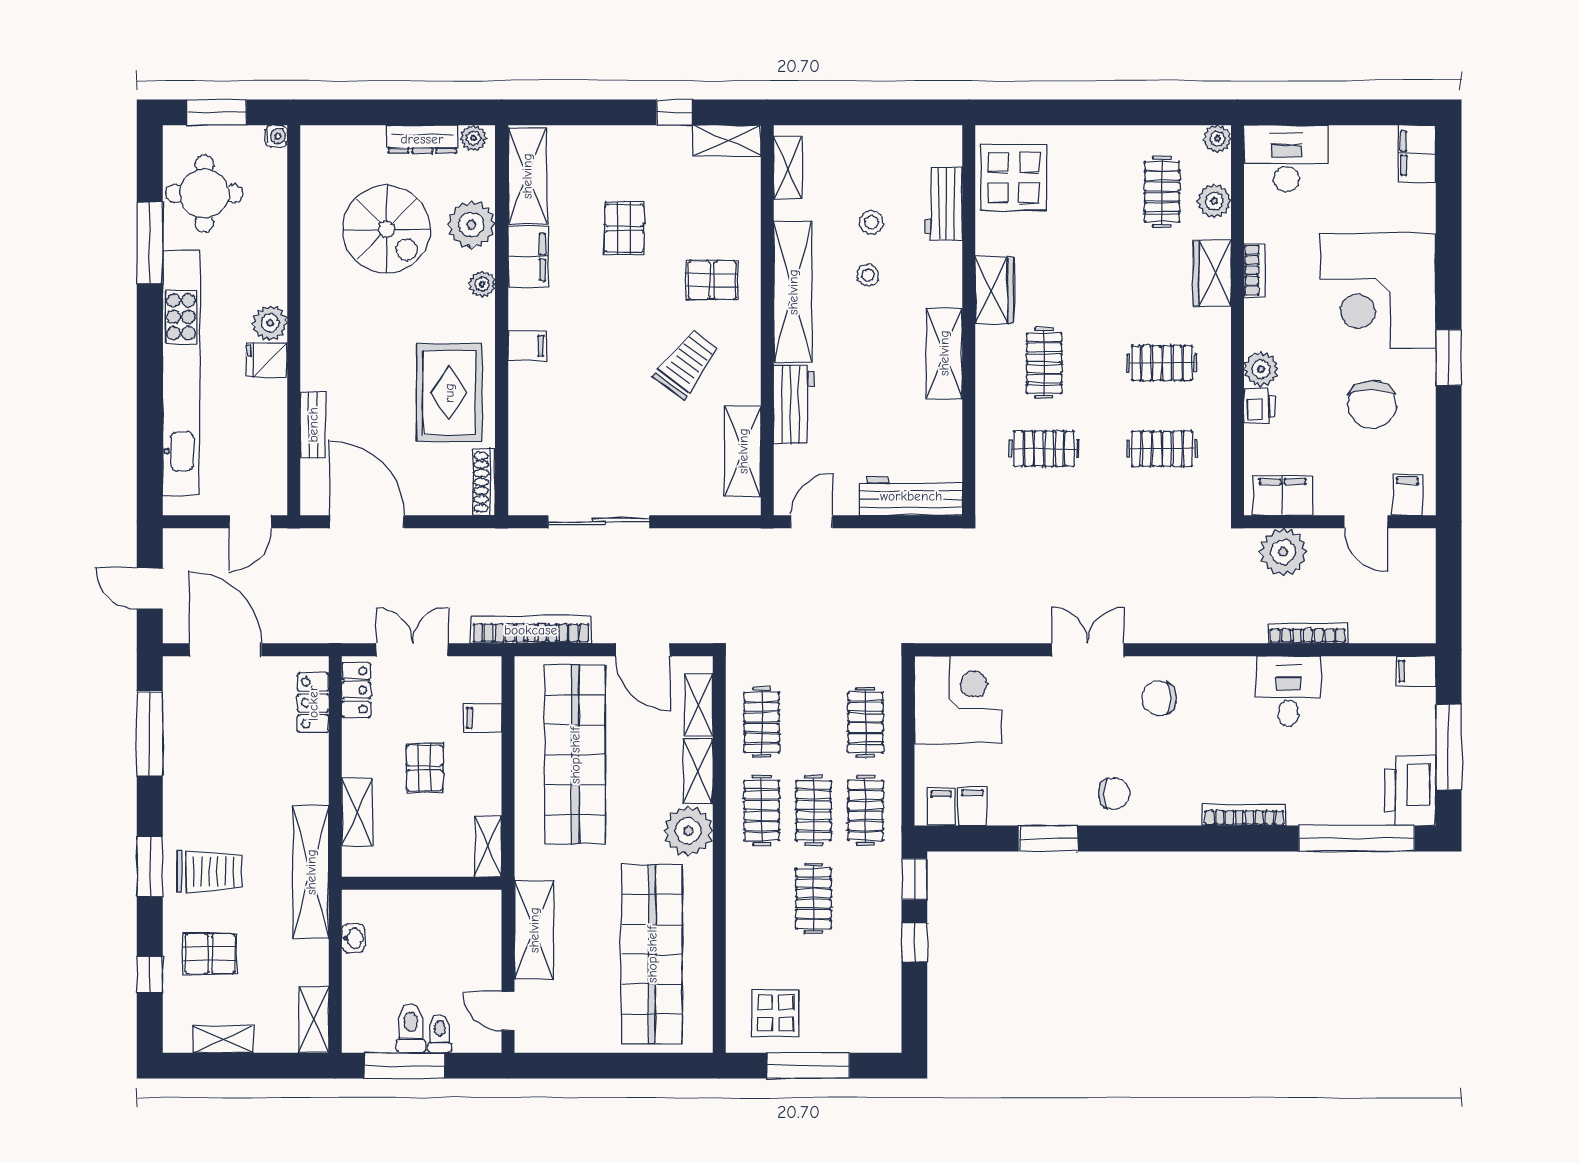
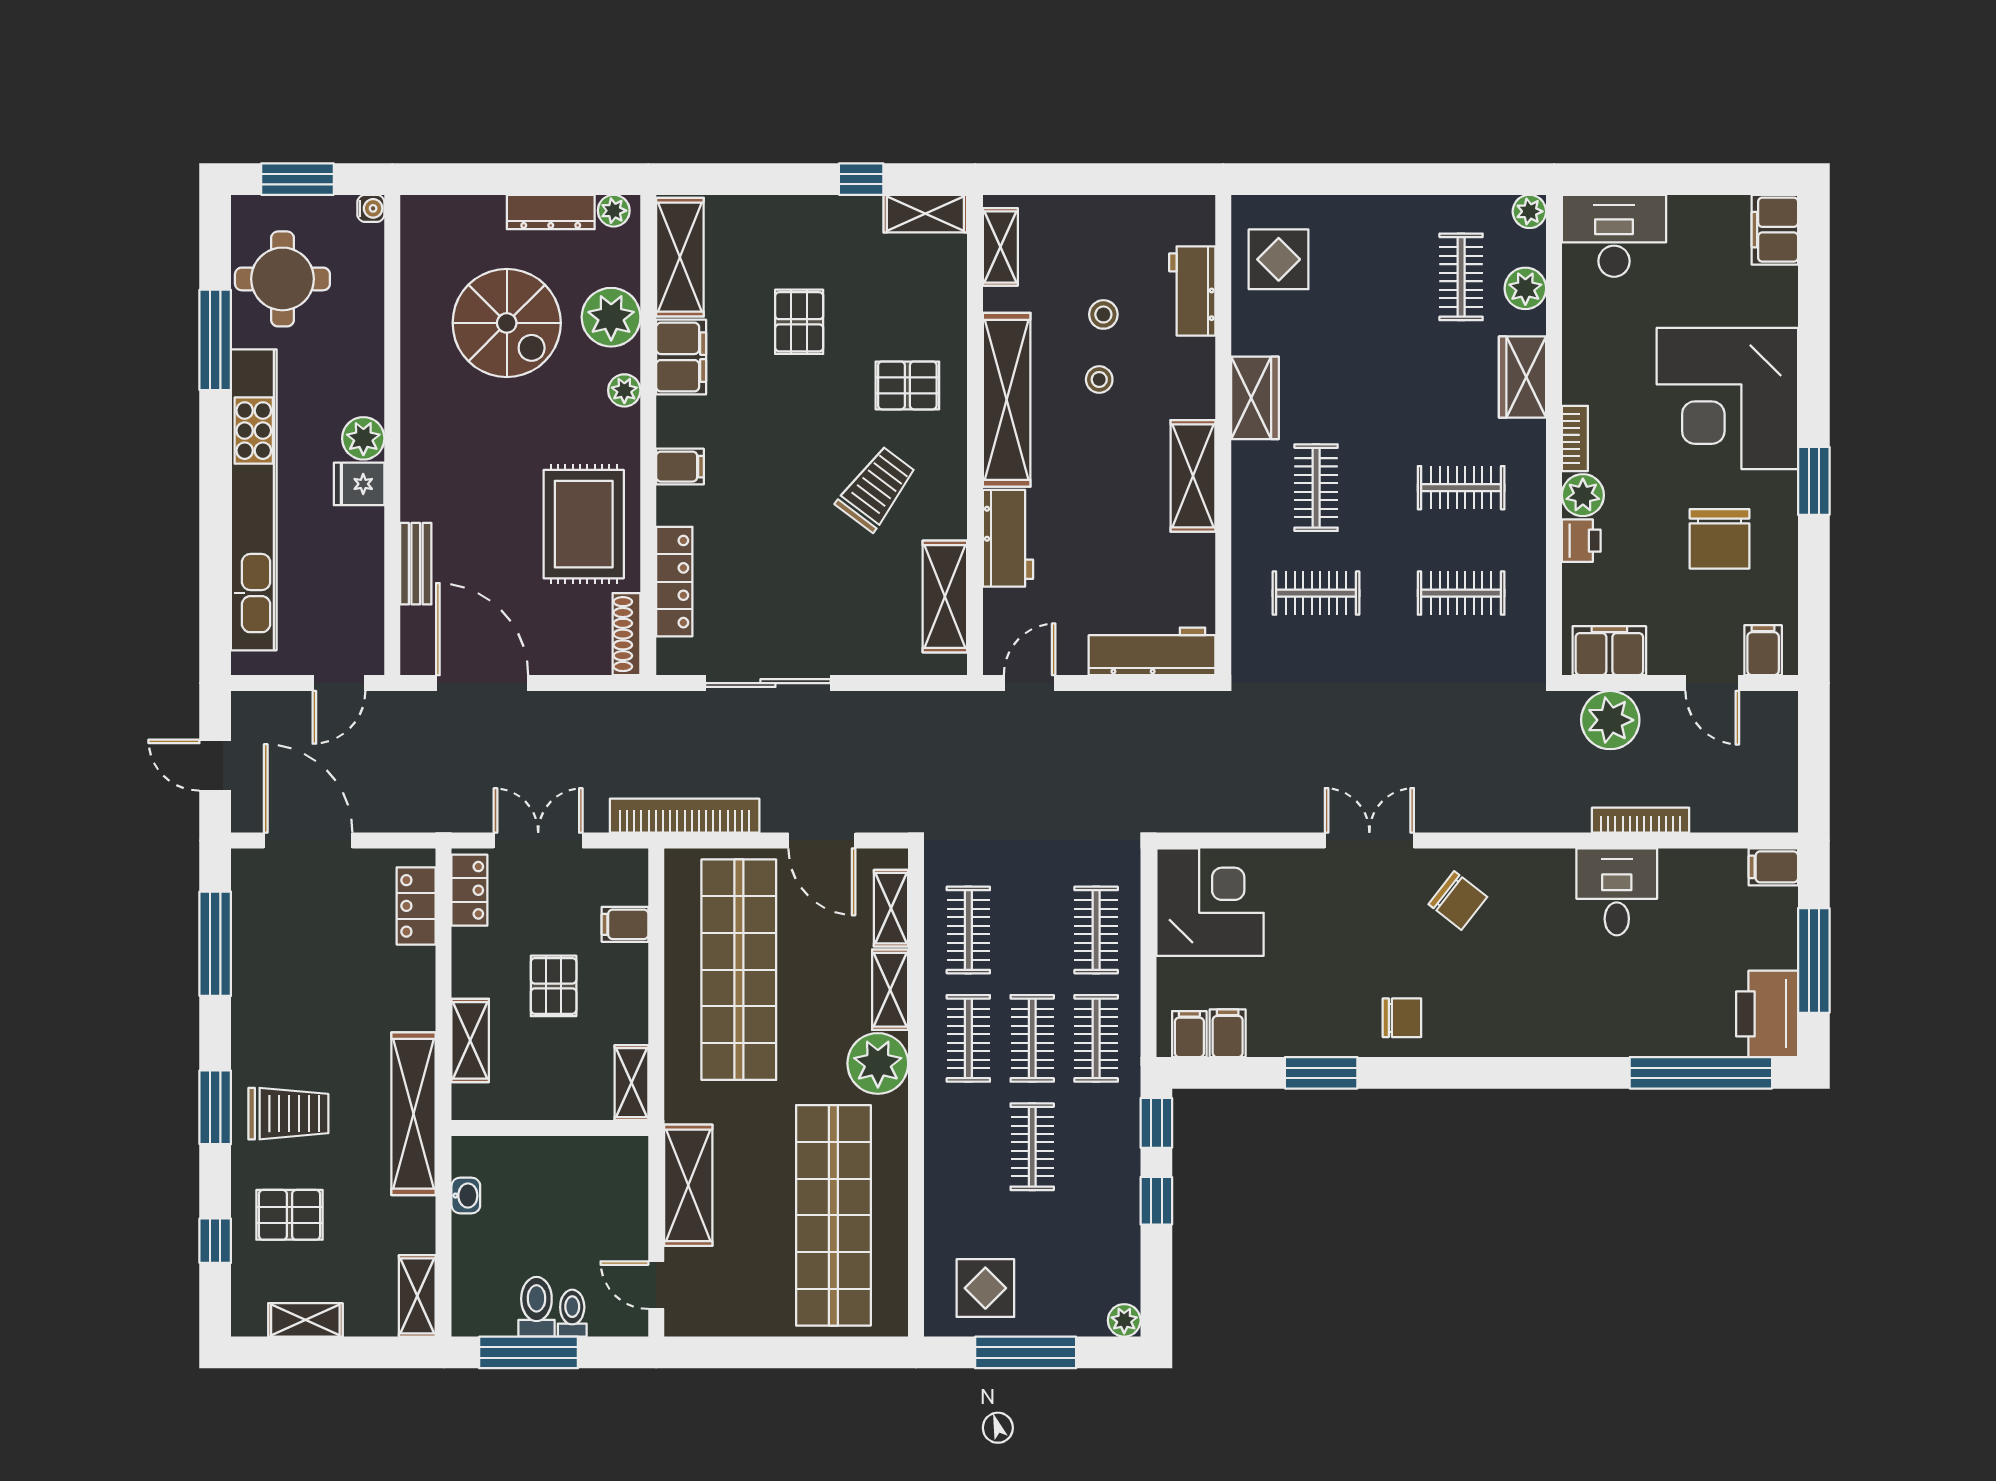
display table: (1014, 178) -> (1279, 259), width x0.73, depth x0.73
bookcase: (1254, 270) -> (1575, 438), moved
locker: (523, 439) -> (674, 582), added
chair: (1159, 699) -> (1458, 901), turned -142
bookcase: (1244, 815) -> (1562, 1044), removed
plant: (888, 1040) -> (1124, 1320), added

